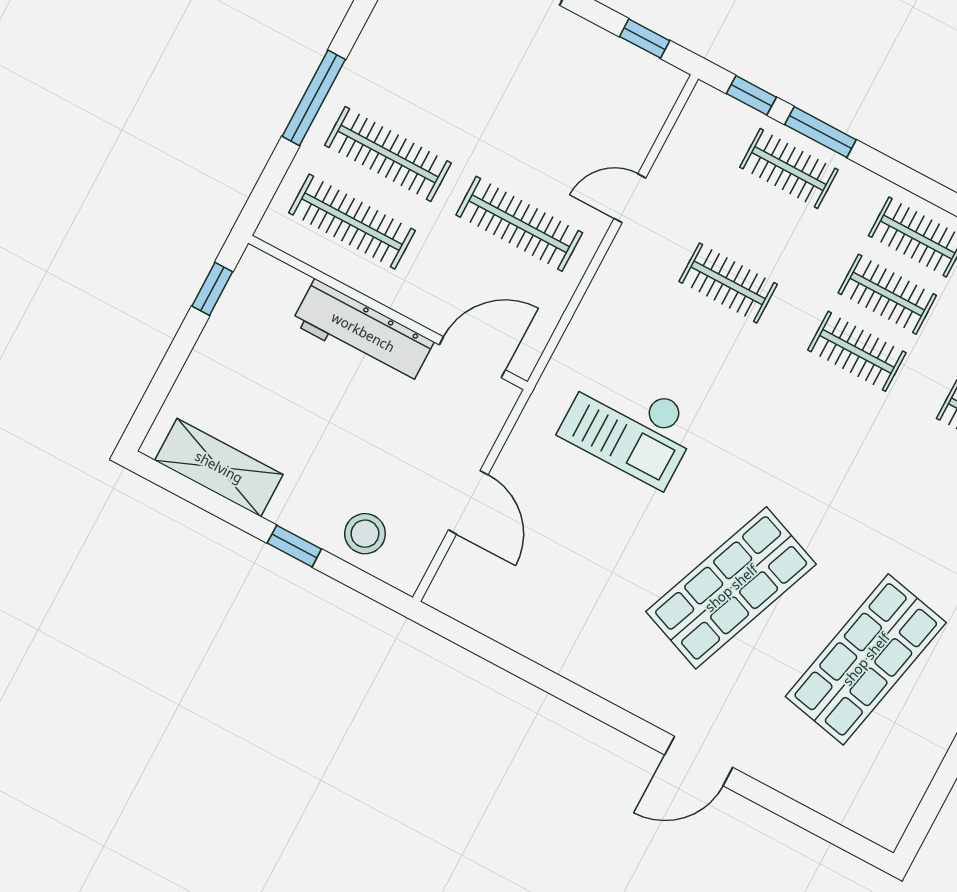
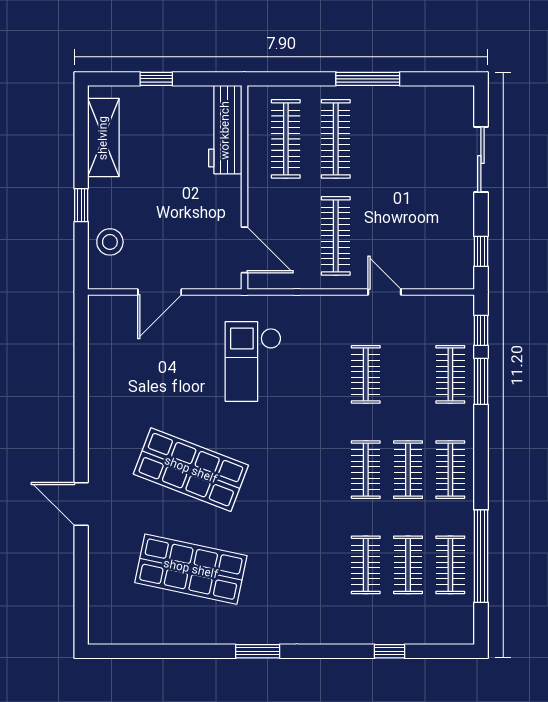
window: (314, 98) -> (368, 79), moved
window: (212, 289) -> (156, 79), moved
workbench: (363, 332) -> (225, 130), moved

